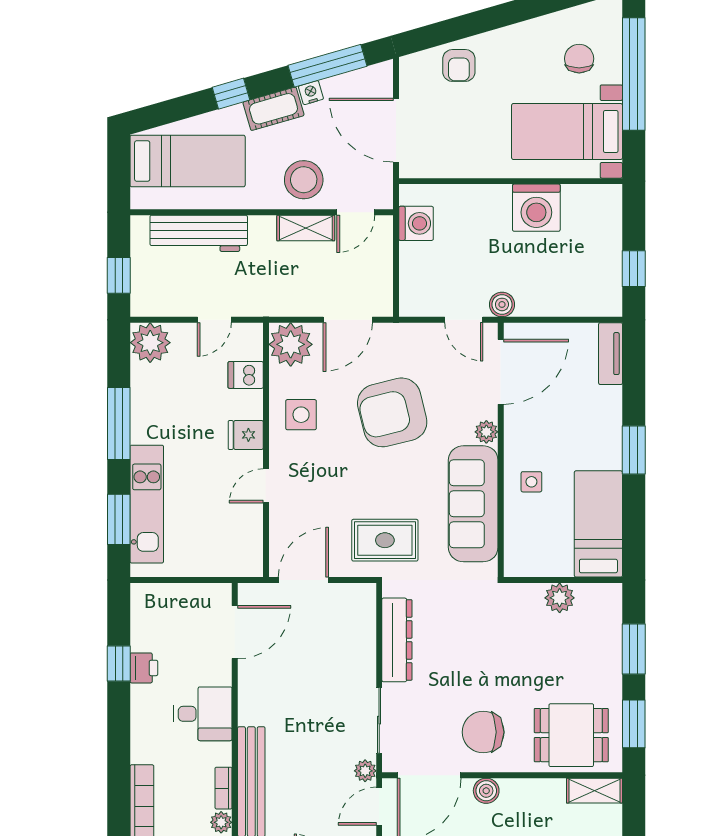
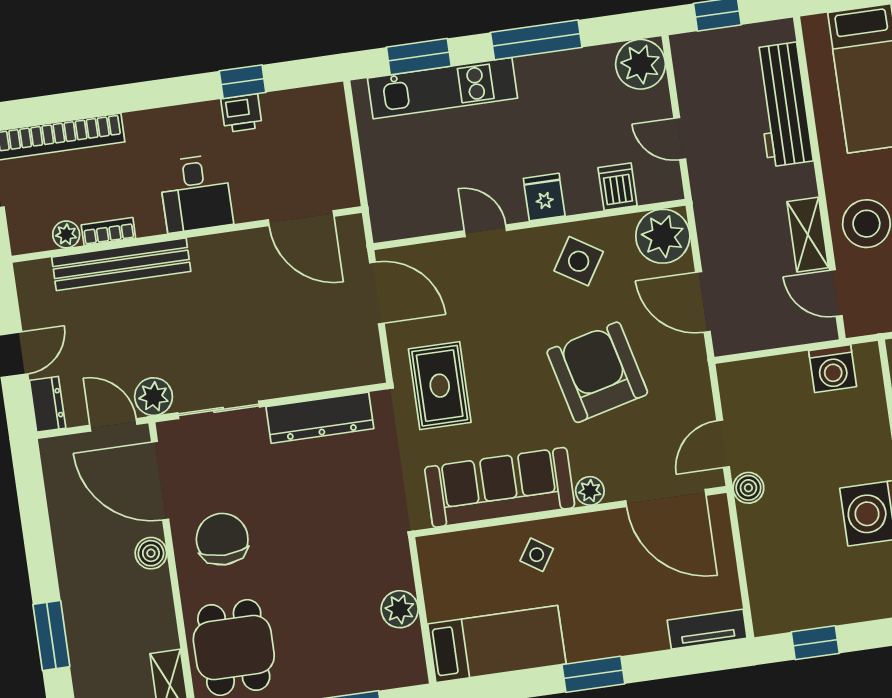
side table: (301, 415) -> (579, 261), turned 32
side table: (531, 482) -> (537, 555), turned 33
plant: (365, 771) -> (154, 397), width x1.38, depth x1.38

